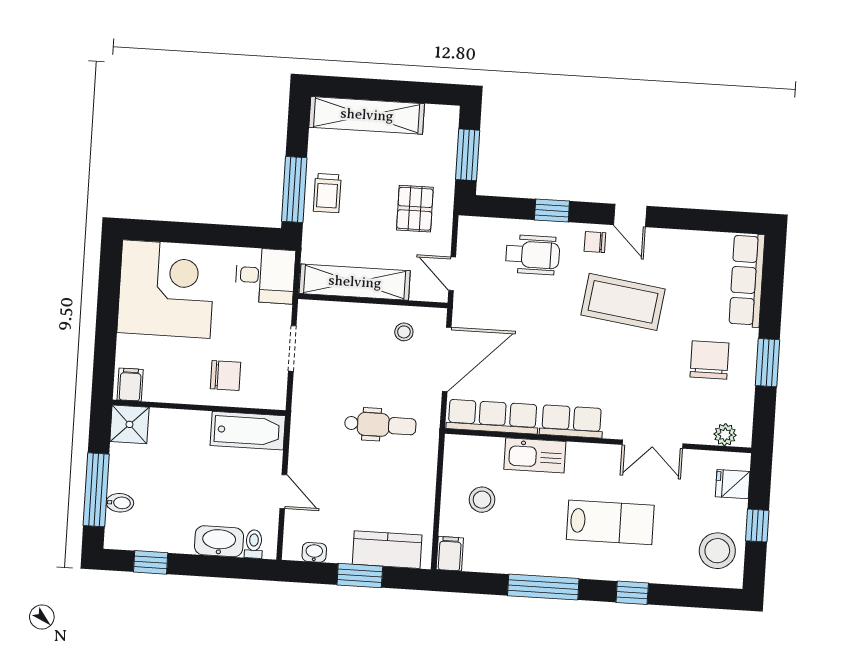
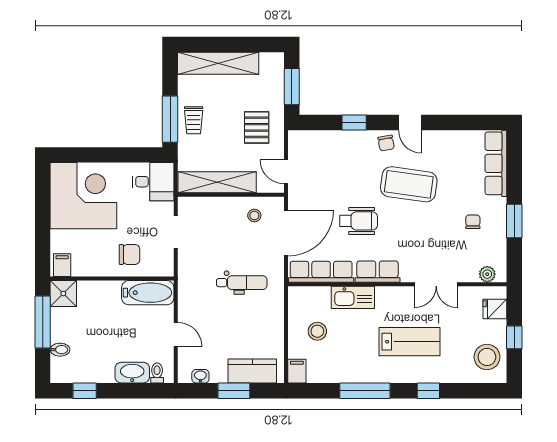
chair: (595, 242) -> (386, 143), turned -100
wheelchair: (533, 255) -> (359, 221), moved
chair: (709, 360) -> (473, 222), width x0.54, depth x0.54
window: (96, 490) -> (43, 322), moved

